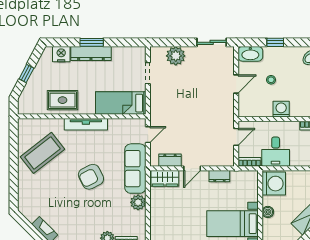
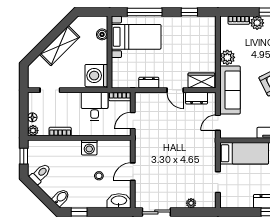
window: (275, 42) -> (79, 212), moved
plant: (176, 56) -> (191, 203), width x0.53, depth x0.53
door: (192, 168) -> (175, 90), swing flipped
boiler: (268, 212) -> (102, 34), moved

